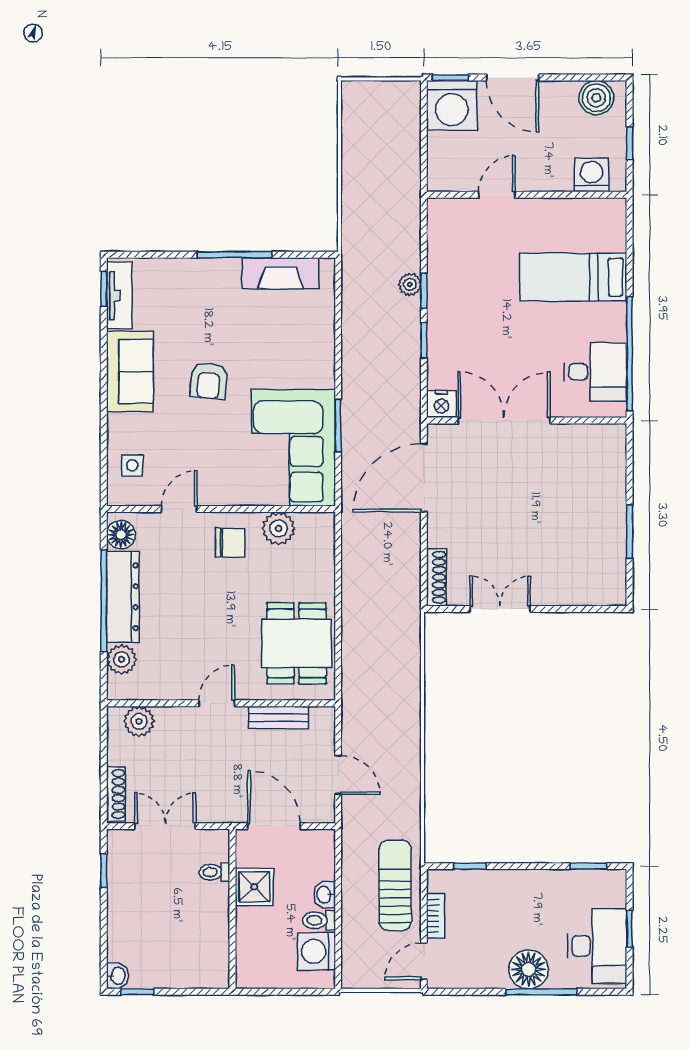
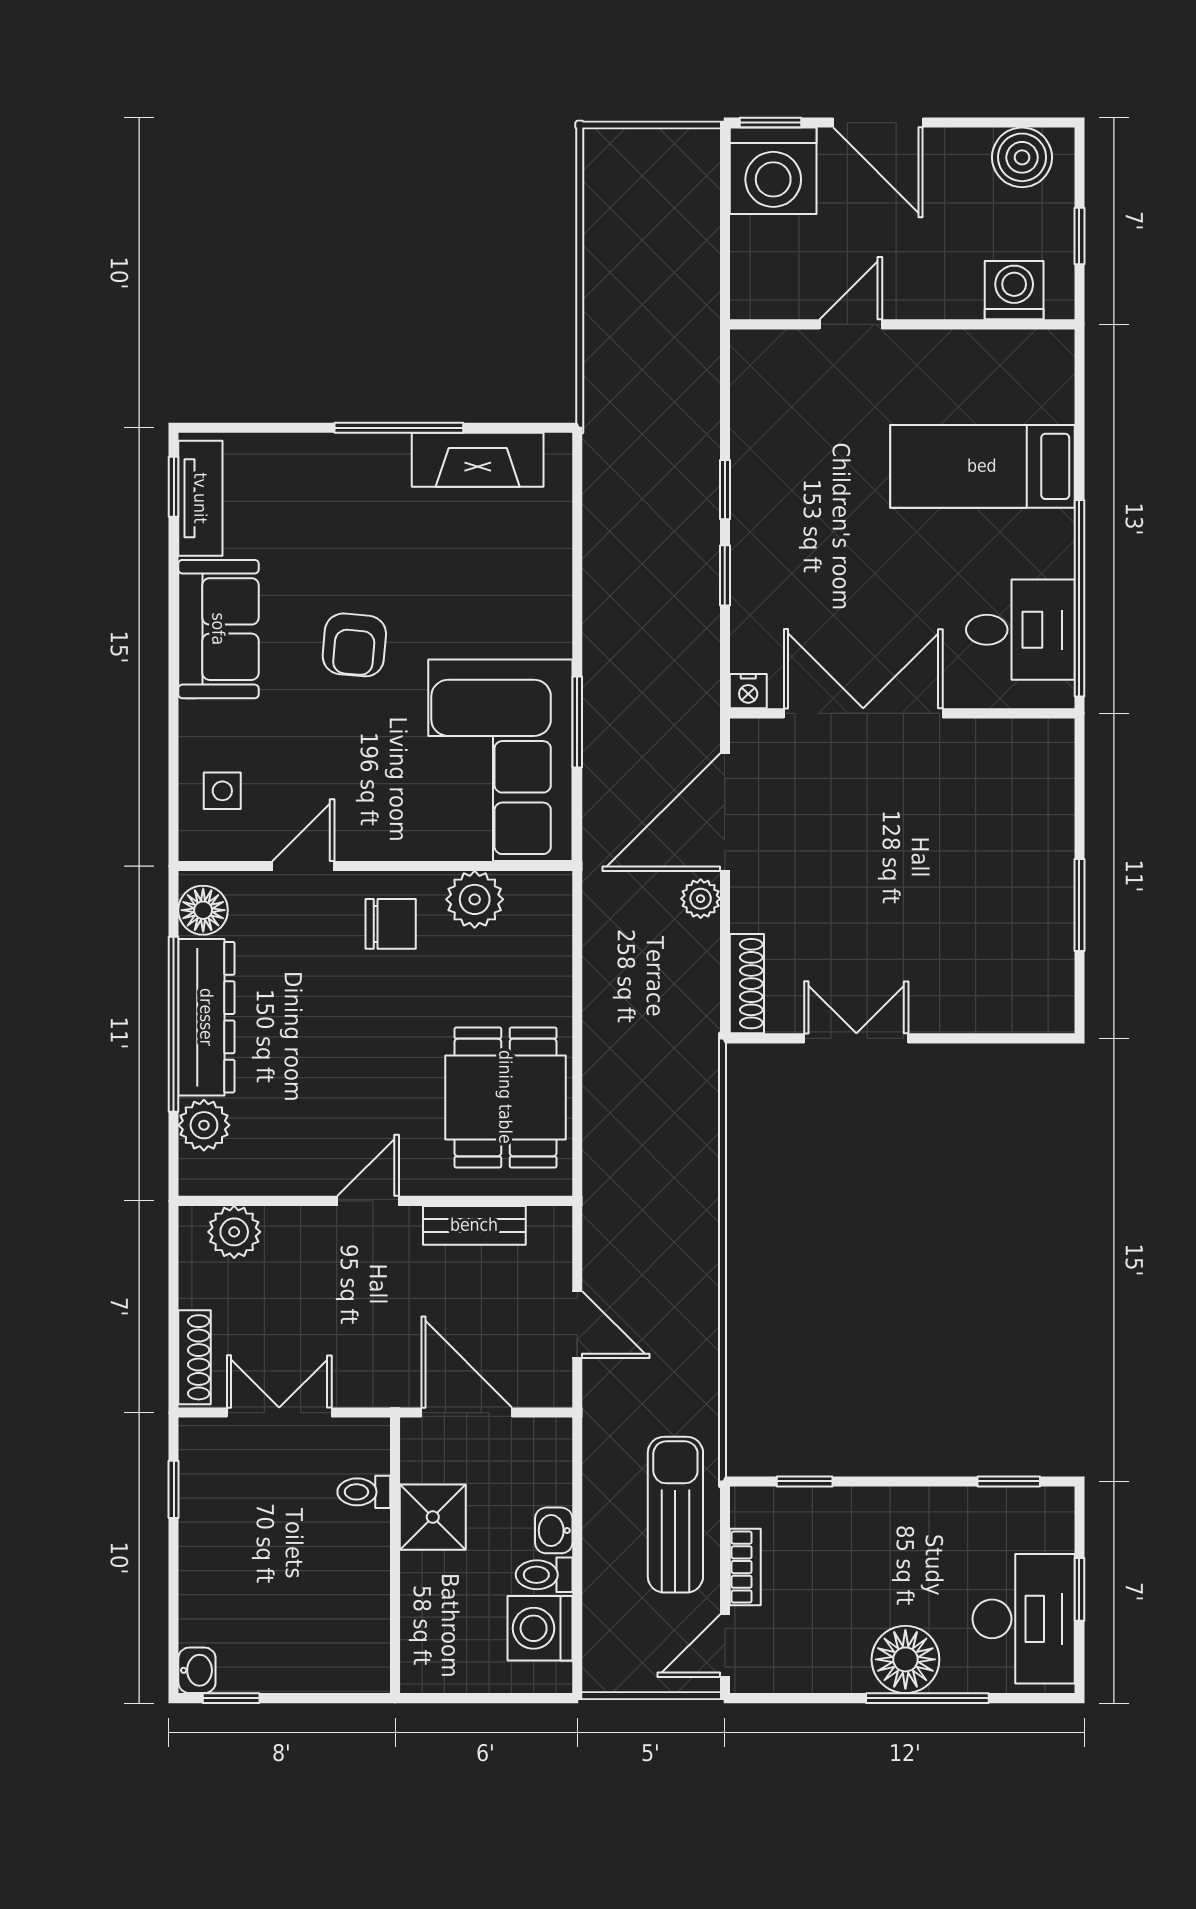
plant: (410, 284) -> (701, 899), moved
nightstand: (441, 404) -> (748, 691), width x0.72, depth x0.74

